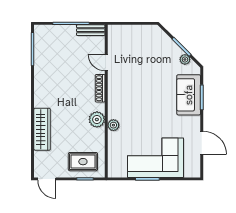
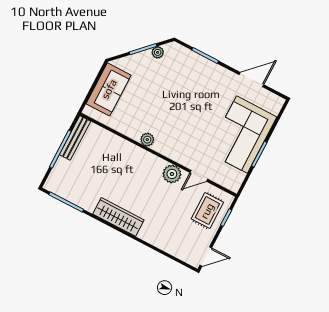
bench: (91, 30) -> (75, 138), width x1.36
door: (106, 63) -> (199, 176), moved
shoe rack: (100, 88) -> (142, 154), removed
sofa: (189, 95) -> (109, 89), moved, turned -90
plant: (113, 125) -> (147, 140), moved
wardrobe: (42, 129) -> (118, 217), moved

